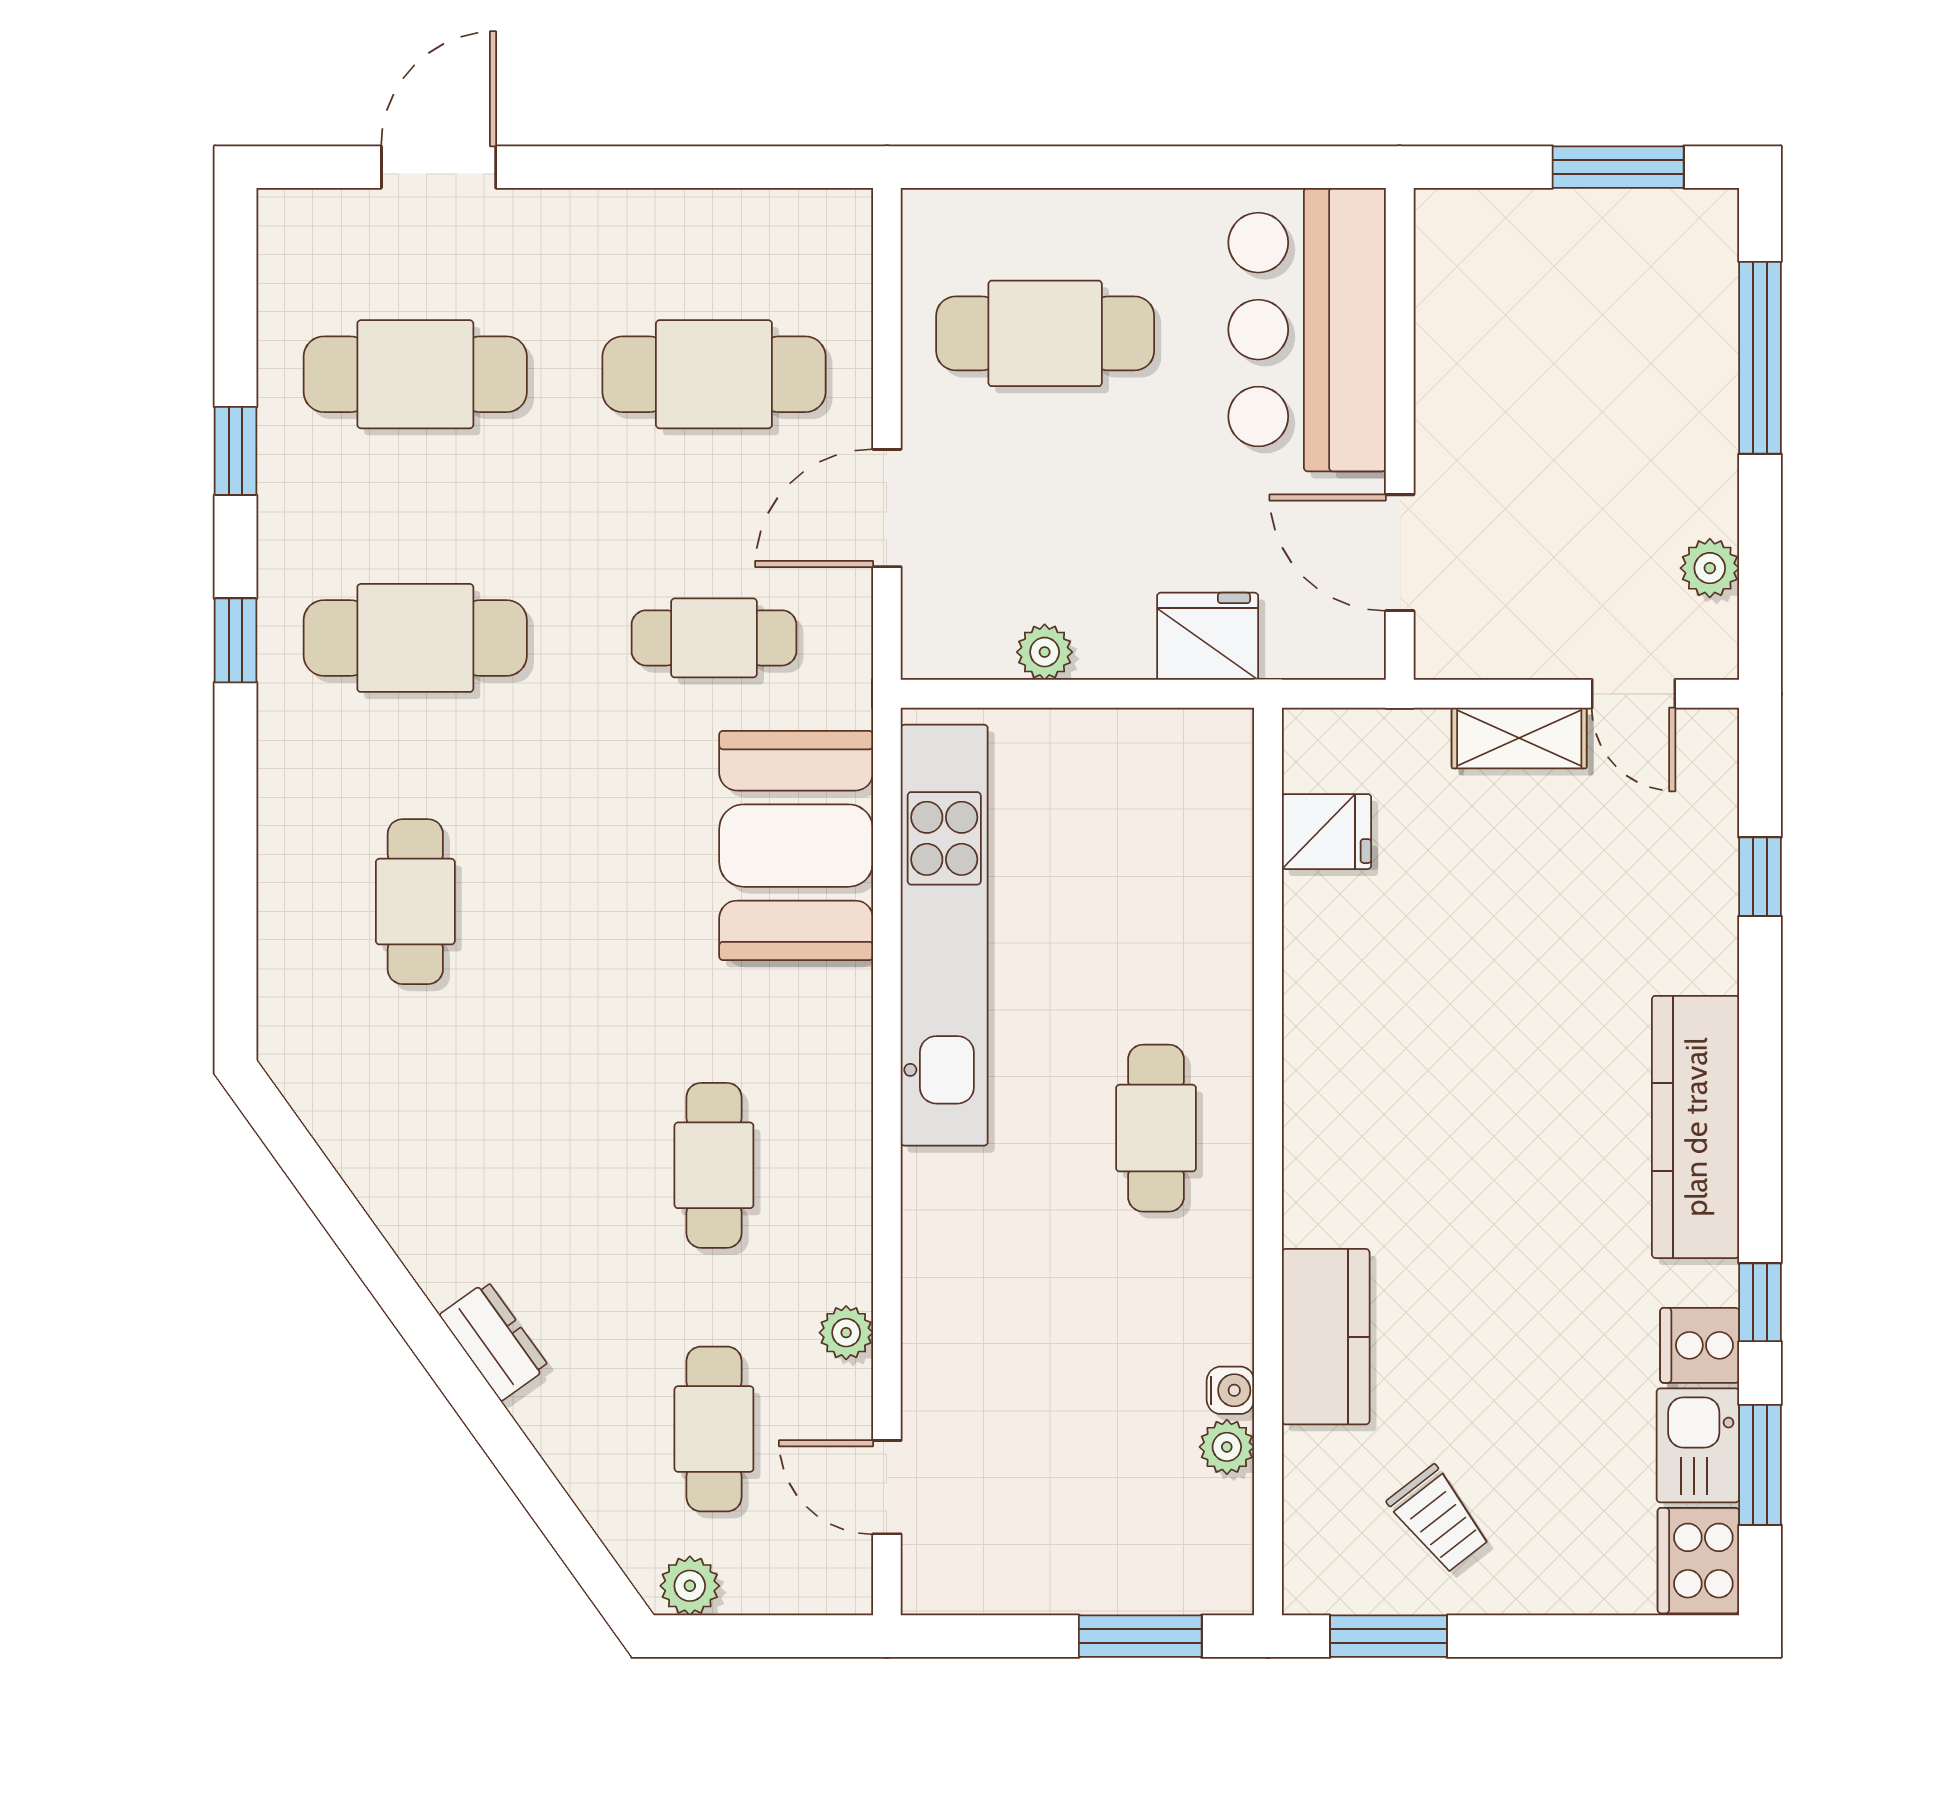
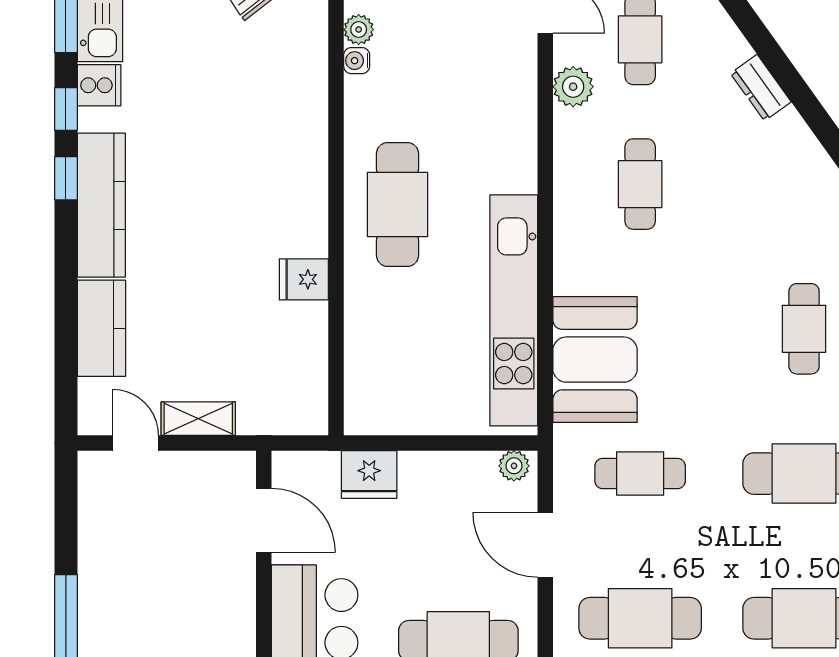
door: (887, 508) -> (545, 545), swing flipped
plant: (1710, 568) -> (94, 512), removed
plant: (1045, 652) -> (514, 466), moved
fridge: (1327, 832) -> (304, 279), moved
window: (1760, 877) -> (66, 178), moved
cafe table: (1156, 1128) -> (397, 204), width x1.37, depth x1.35
plant: (846, 1333) -> (573, 87), width x1.38, depth x1.38
kitchen counter: (1326, 1337) -> (101, 328), moved, turned 180

